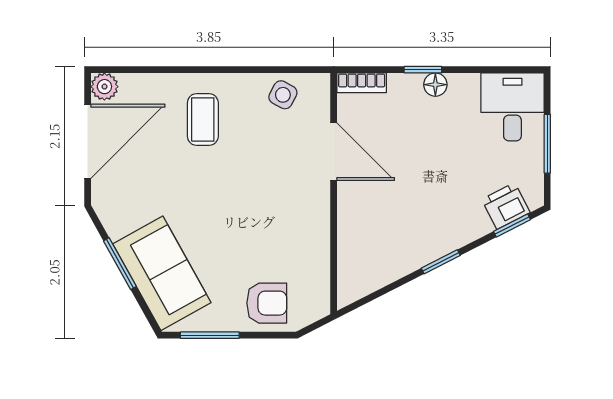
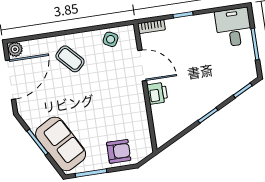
floor lamp: (435, 85) -> (191, 22), removed
coffee table: (203, 120) -> (70, 59), turned -43
printer: (506, 206) -> (157, 93), moved, turned 117

